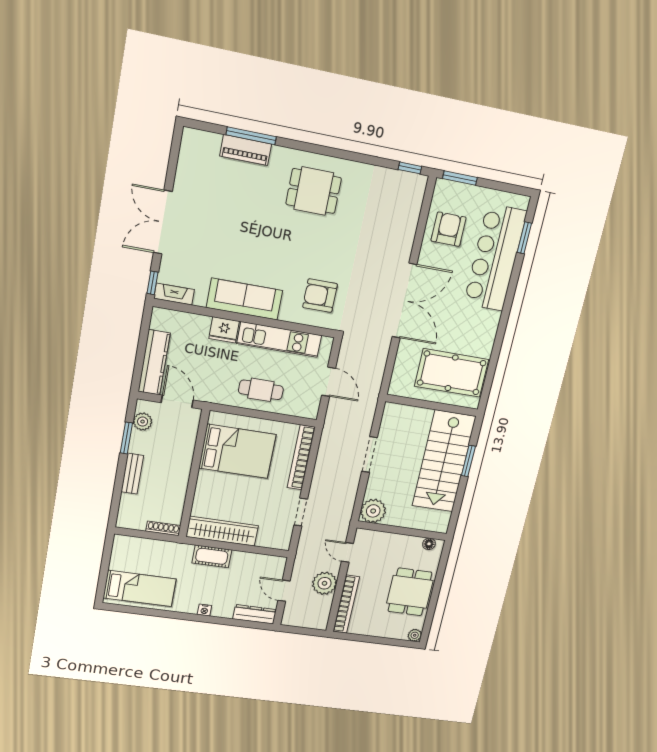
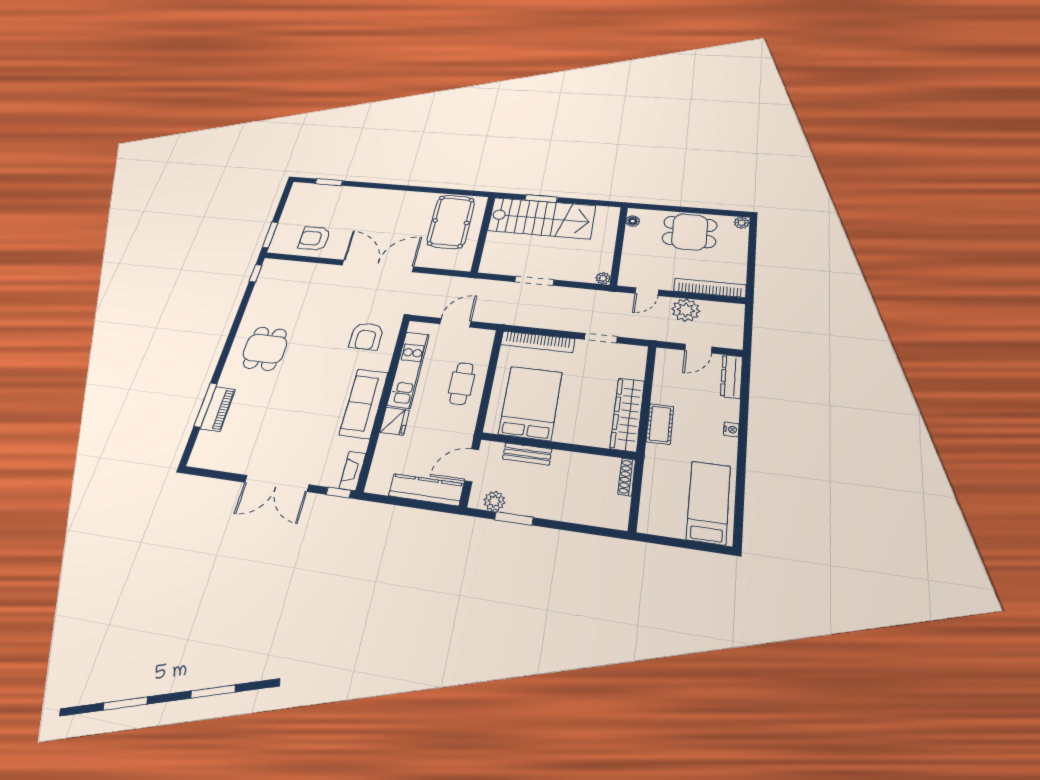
bar counter: (495, 258) -> (344, 201), removed
bench: (132, 474) -> (527, 454), moved
plant: (373, 511) -> (603, 278), width x0.53, depth x0.53

